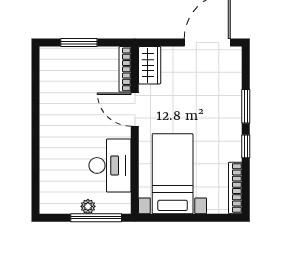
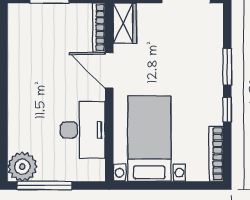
plant: (88, 206) -> (22, 167), moved, width x1.88, depth x1.88
window: (96, 218) -> (45, 185), moved

